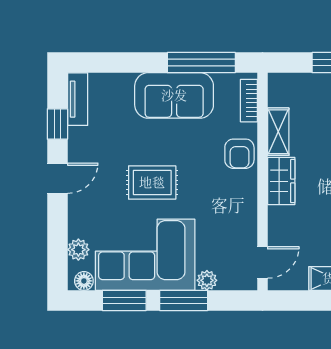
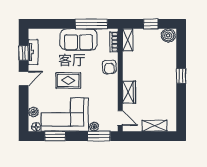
tv unit: (78, 99) -> (33, 52), moved
shelving: (278, 132) -> (128, 40), moved
wardrobe: (281, 181) -> (129, 92), moved
door: (263, 262) -> (120, 118), hinge flipped
window: (184, 300) -> (99, 136), moved

